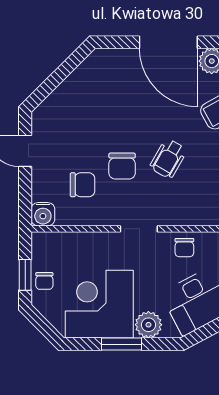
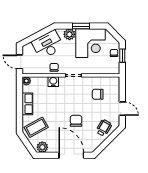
door: (168, 42) -> (71, 155), moved
wheelchair: (168, 159) -> (104, 128), moved
chair: (122, 166) -> (76, 121), moved
water cooler: (43, 214) -> (53, 82), moved

